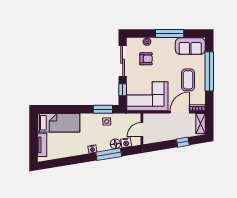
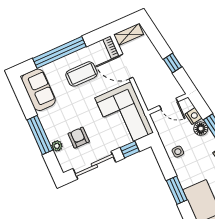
window: (170, 33) -> (40, 135), moved
window: (103, 109) -> (177, 190), moved
window: (183, 142) -> (172, 63), moved

